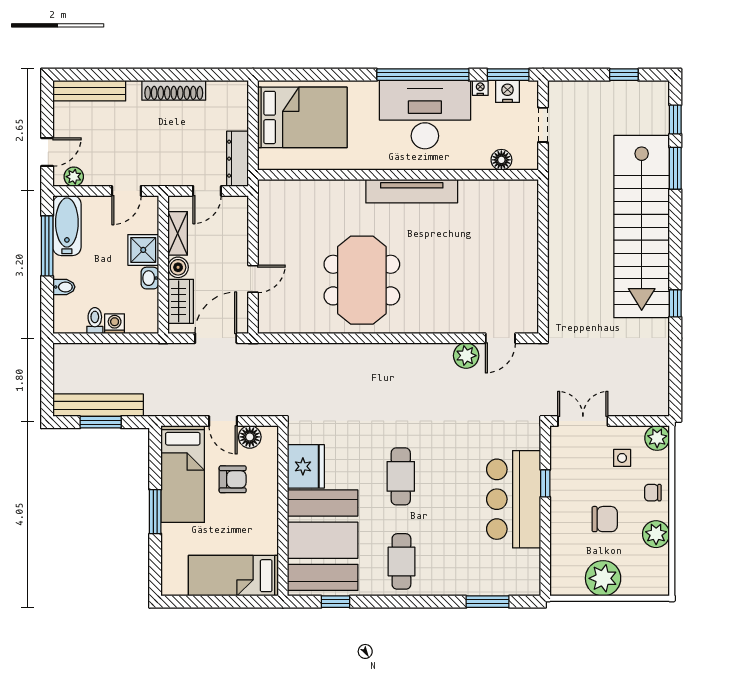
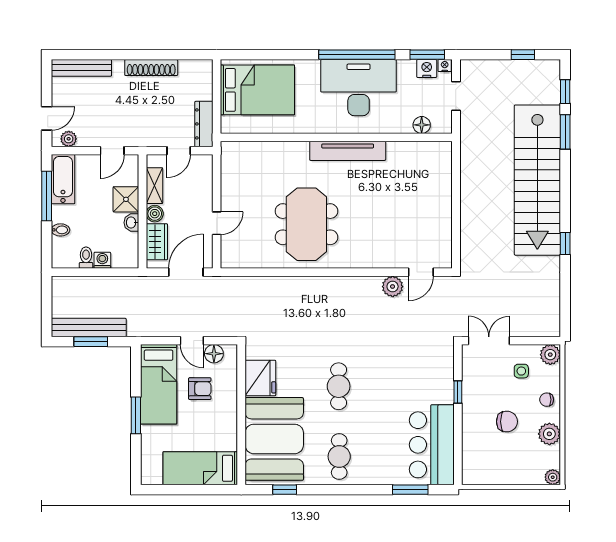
nightstand: (480, 88) -> (445, 66), moved
bar counter: (514, 499) -> (432, 445), moved
plant: (603, 578) -> (553, 477), moved, width x0.53, depth x0.53

